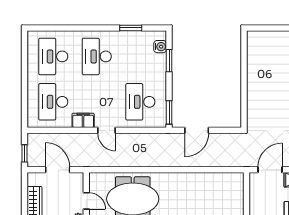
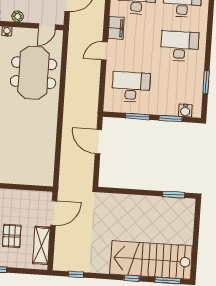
window: (244, 53) -> (174, 195), added
window: (169, 112) -> (137, 116), moved
door: (270, 170) -> (54, 213), hinge flipped
door: (86, 201) -> (47, 27), moved

